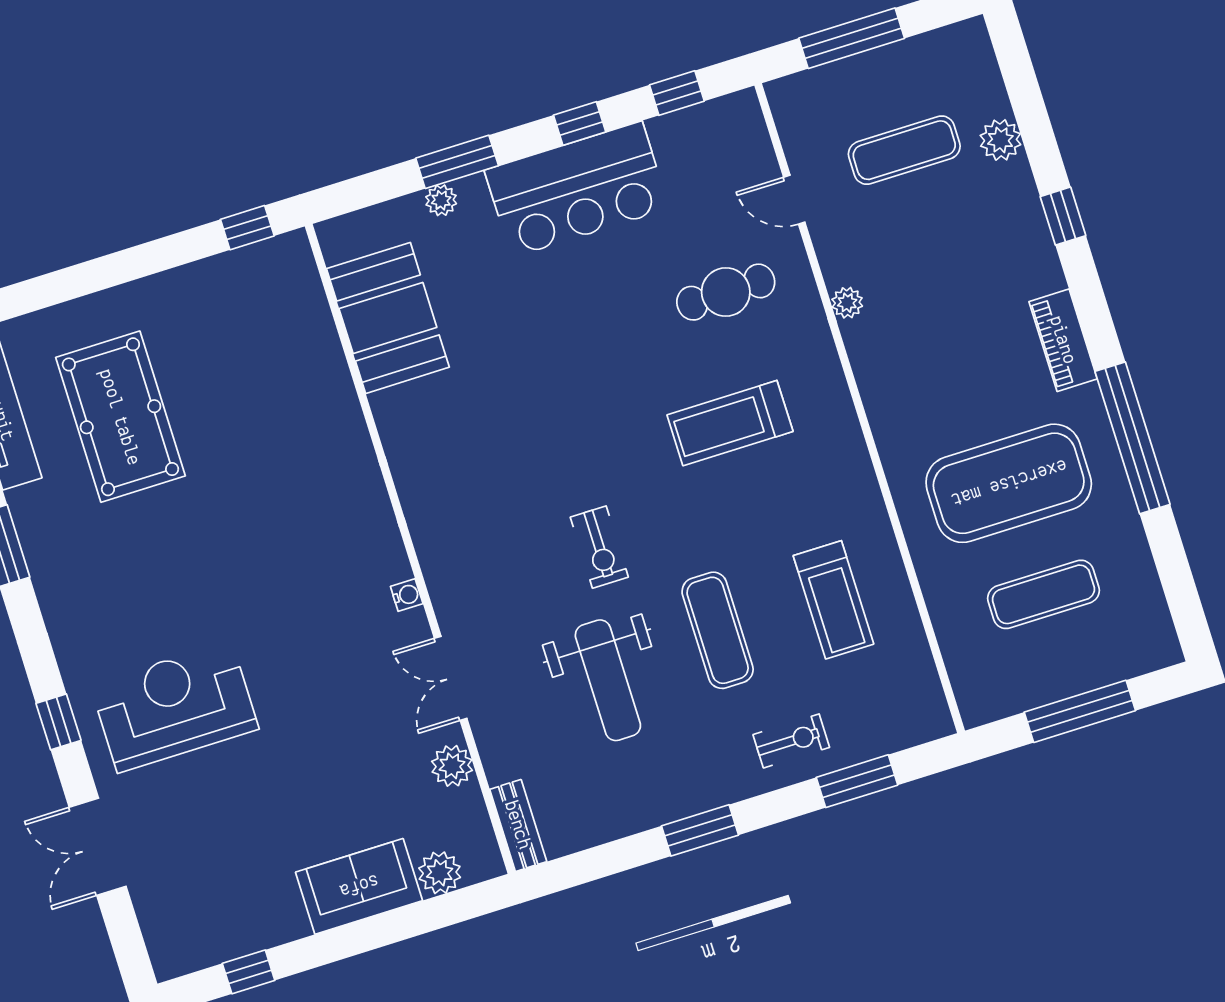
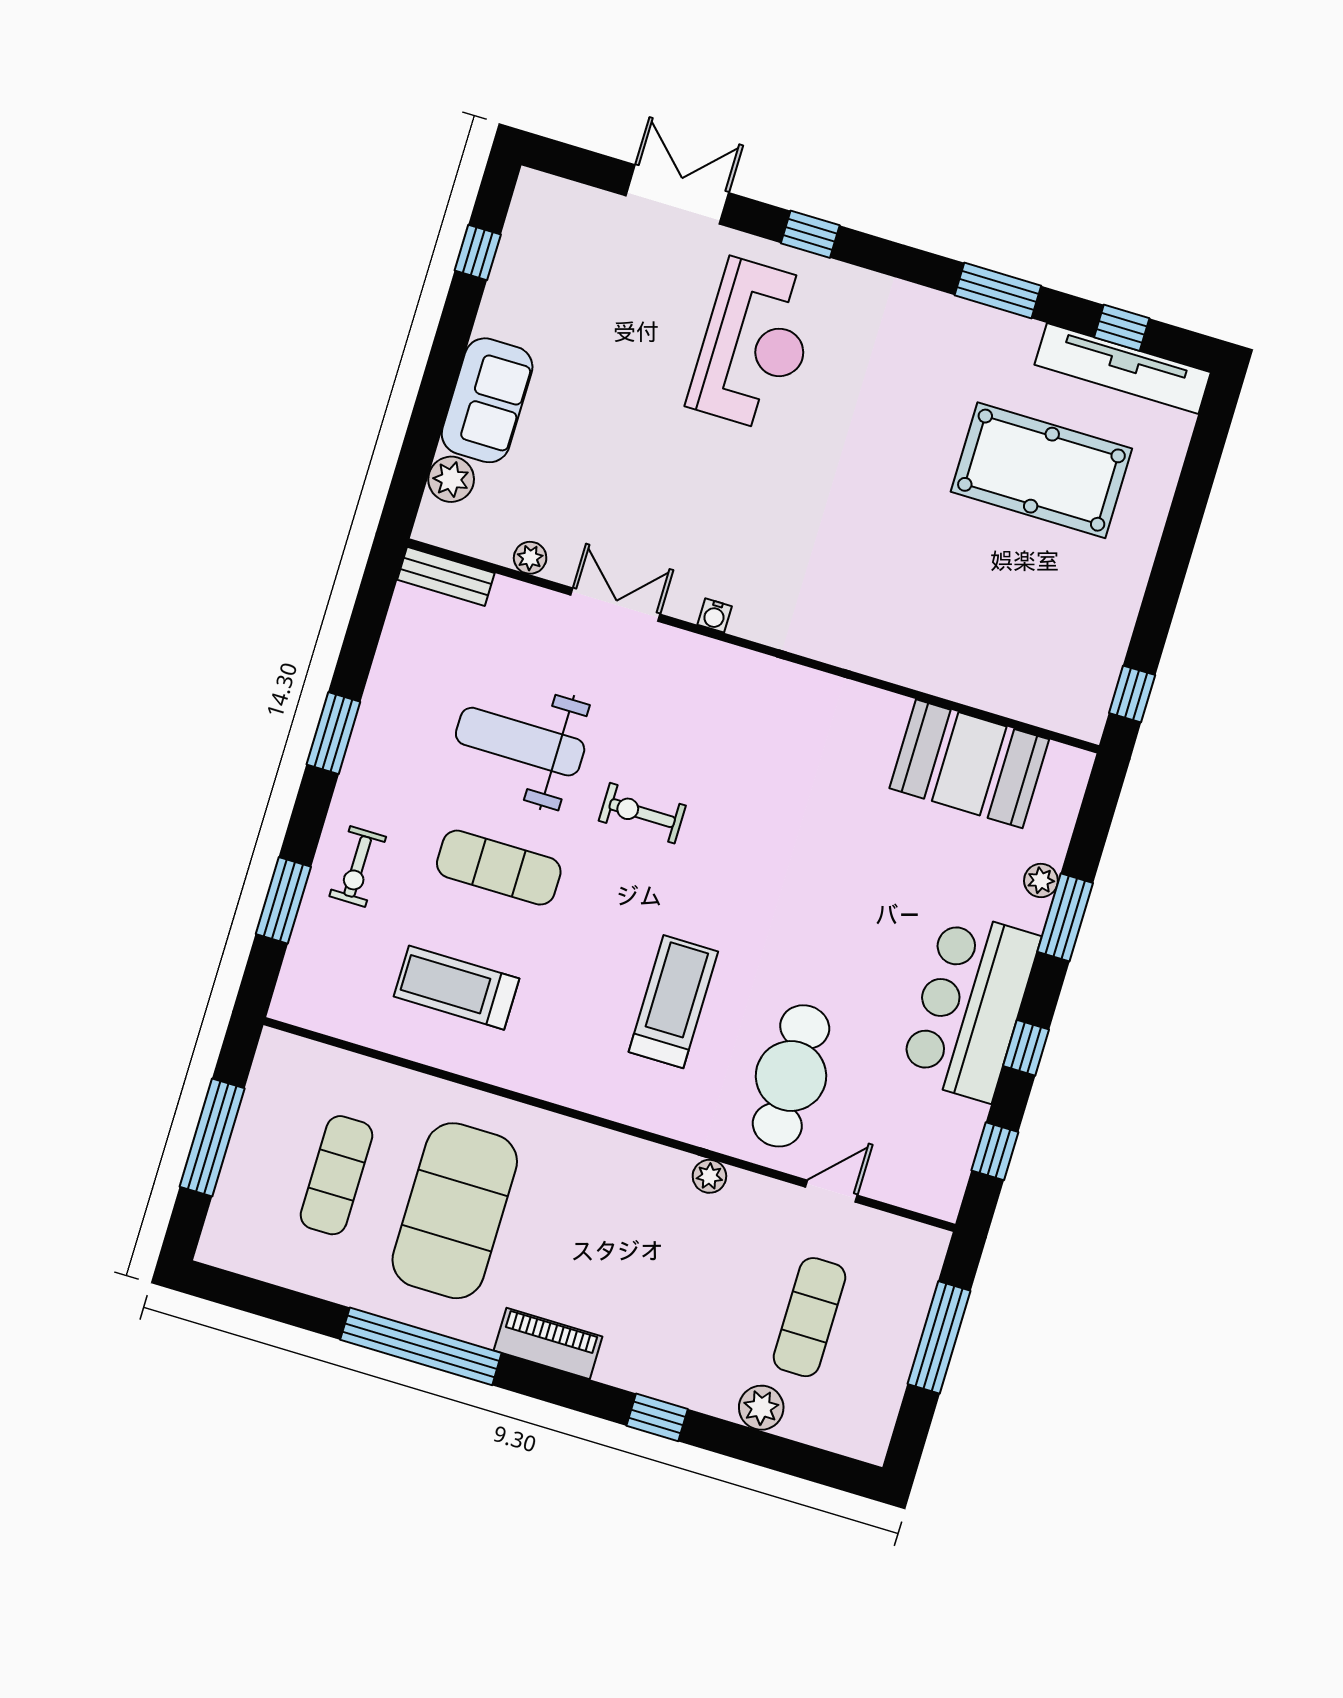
cafe table: (726, 292) -> (791, 1076), width x1.37, depth x1.35
plant: (452, 766) -> (530, 558), width x0.73, depth x0.73

